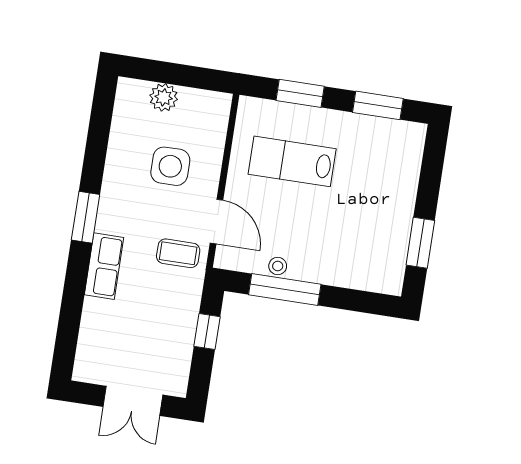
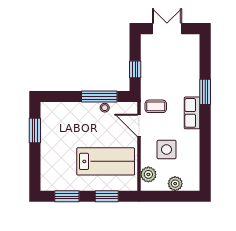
plant: (213, 123) -> (148, 174), added
lab bench: (292, 161) -> (106, 161), width x1.36, depth x1.39
window: (86, 217) -> (205, 92), moved
row of seats: (104, 266) -> (192, 113), moved

